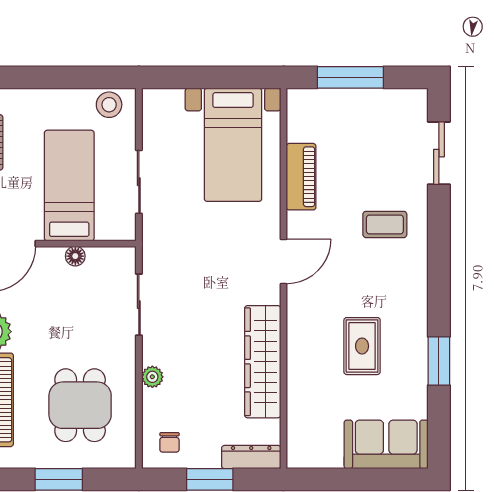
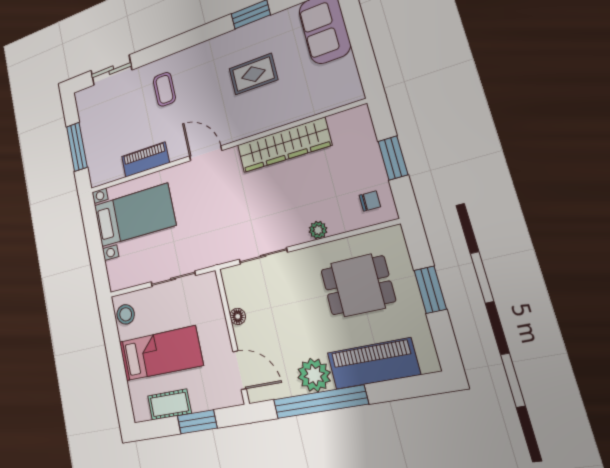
bed: (69, 186) -> (160, 353), moved, turned 180
dresser: (251, 457) -> (364, 130), removed

